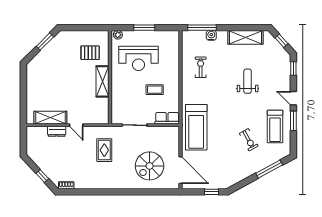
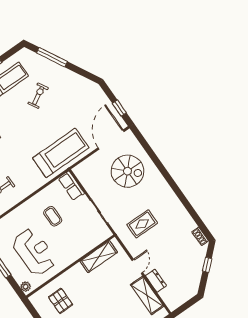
shelving: (103, 81) -> (99, 257), moved
window: (212, 192) -> (119, 108), moved

